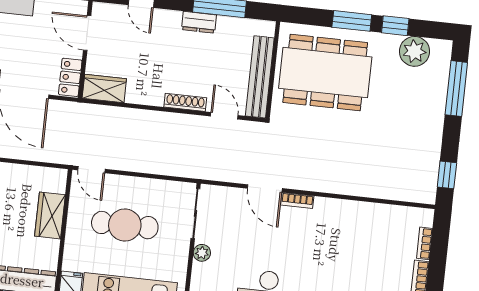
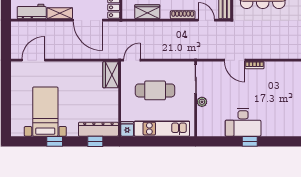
wardrobe: (104, 88) -> (147, 12), moved
door: (91, 170) -> (132, 60), swing flipped
wardrobe: (50, 215) -> (111, 75), moved

